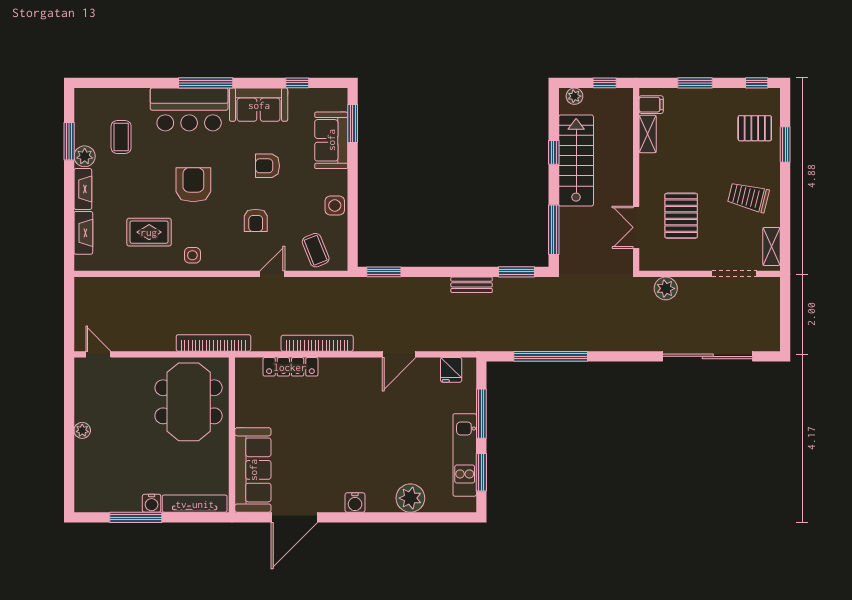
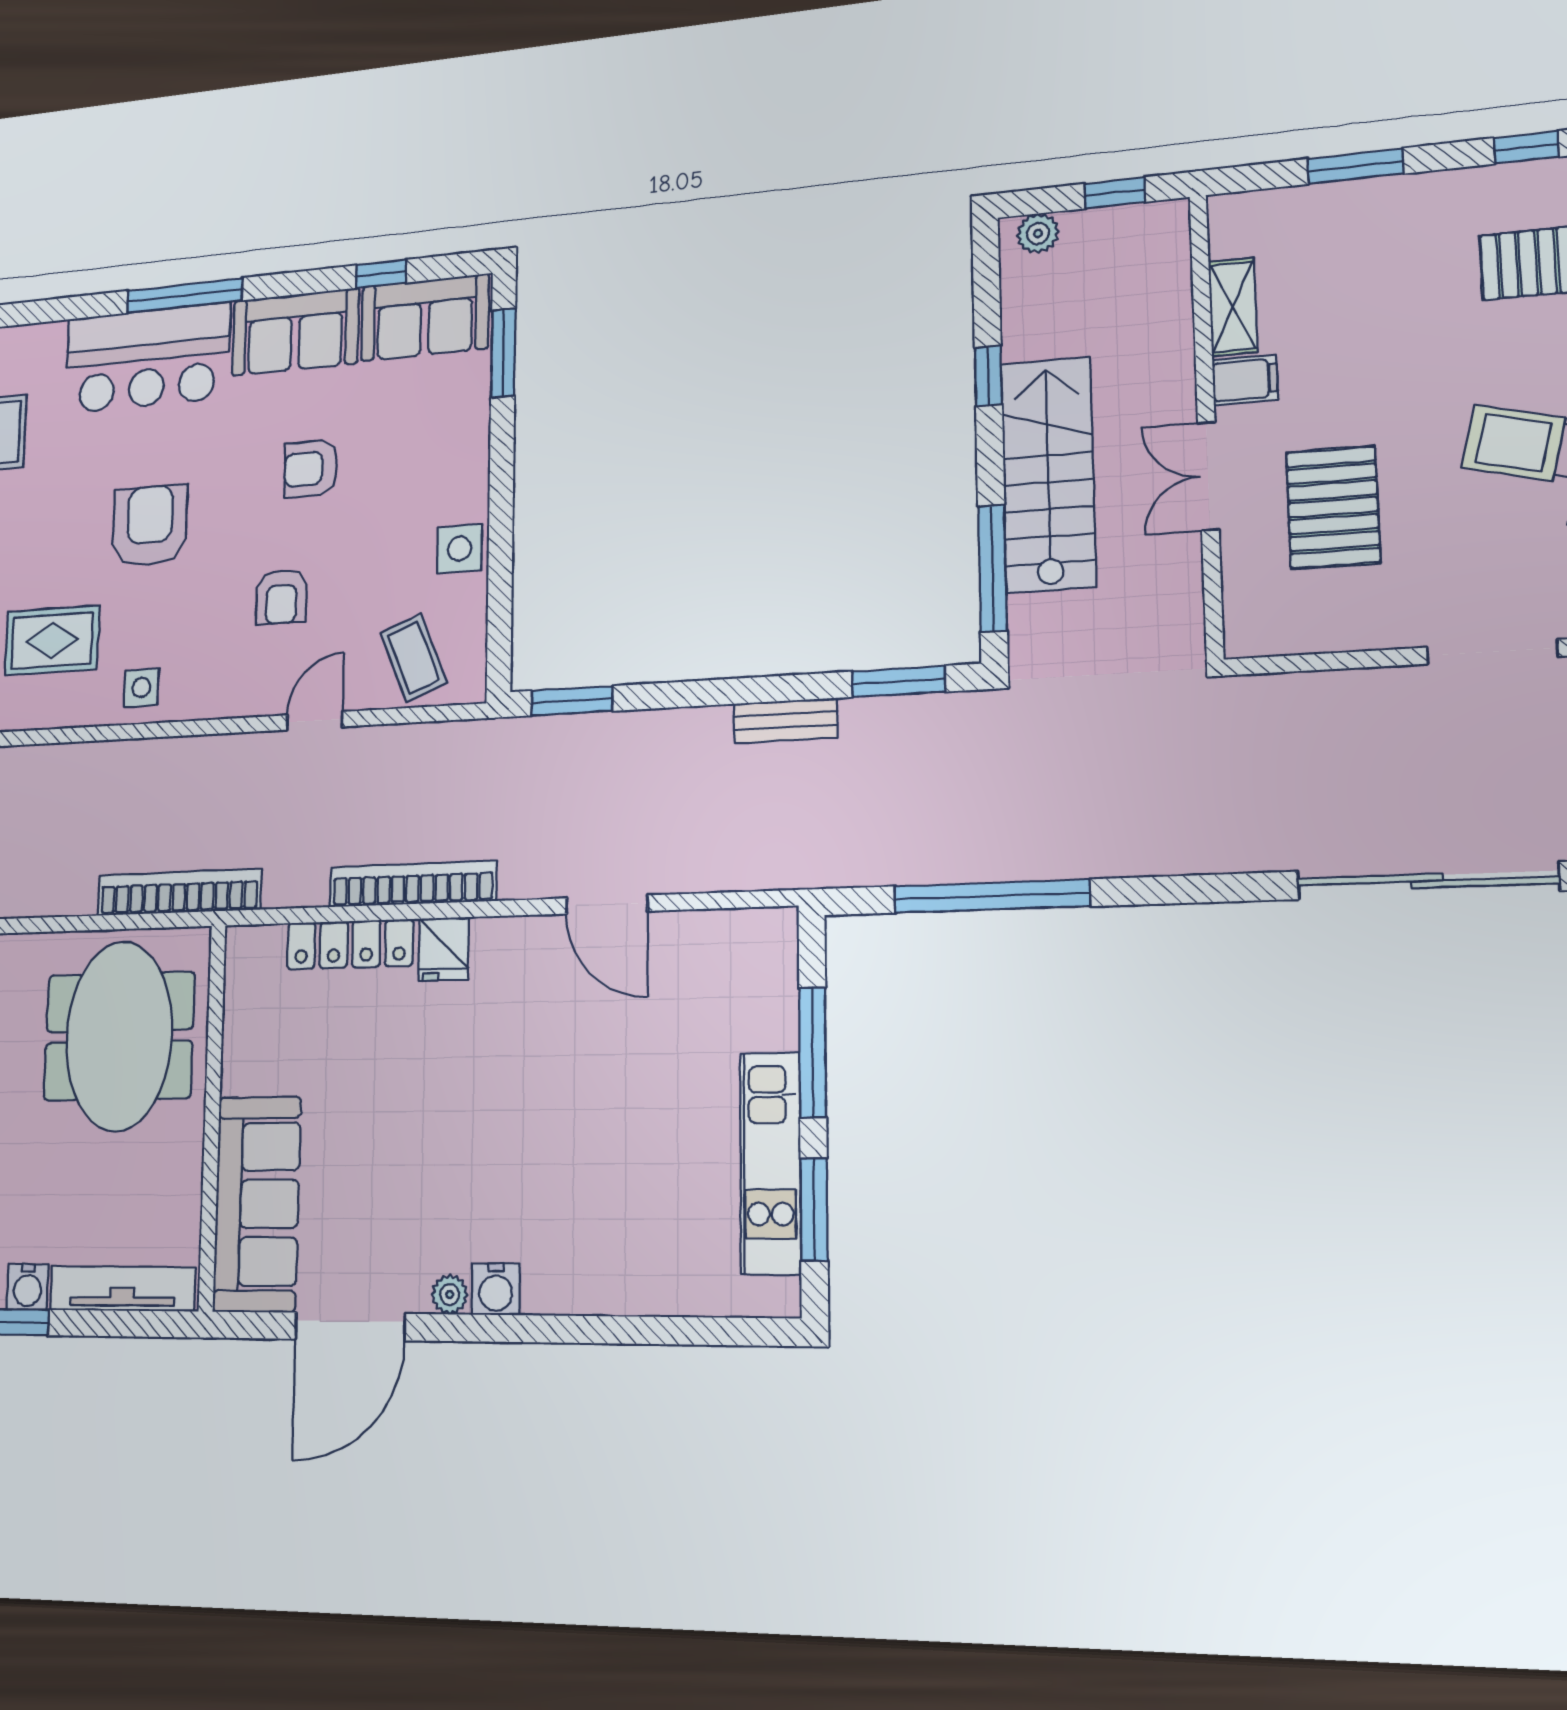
filing cabinet: (651, 105) -> (1245, 380), moved
sofa: (331, 140) -> (425, 318), moved, turned -90
stairs: (576, 161) -> (1048, 475), moved
double door: (636, 227) -> (1208, 476), moved
plant: (666, 288) -> (1299, 702), removed
door: (399, 354) -> (607, 905), hinge flipped
fridge: (451, 370) -> (444, 949), moved
plant: (410, 498) -> (450, 1294), moved, width x0.53, depth x0.53

